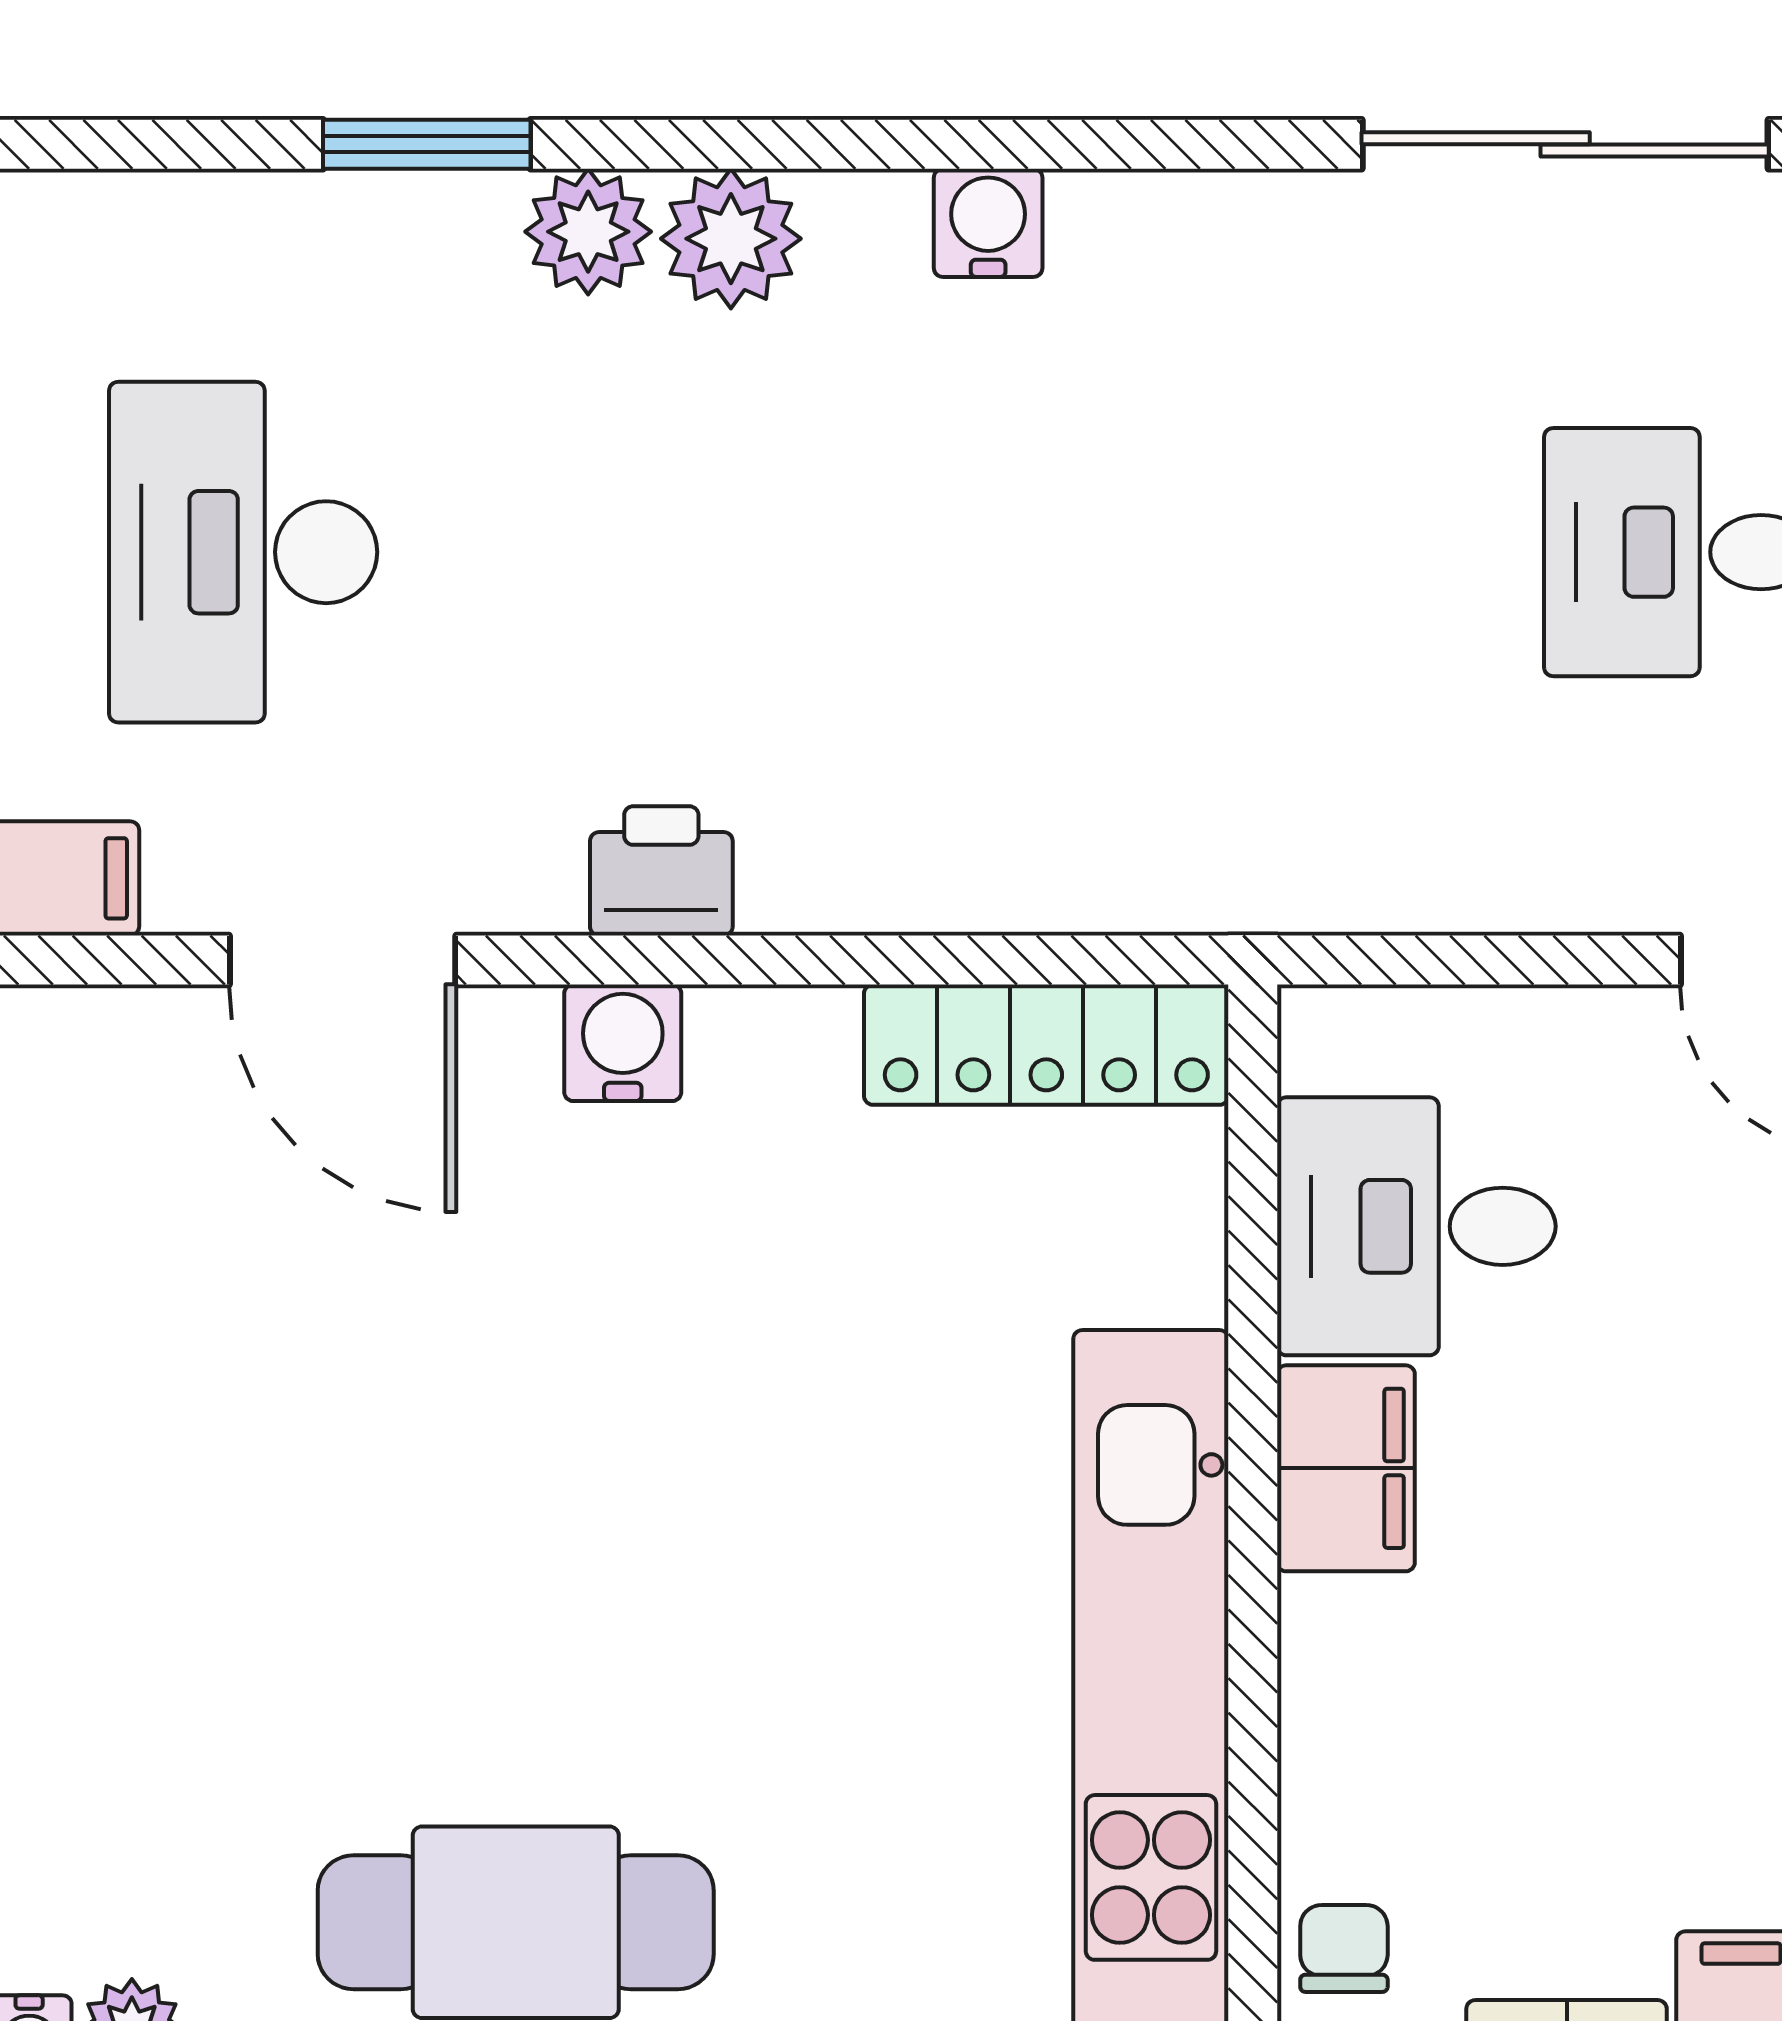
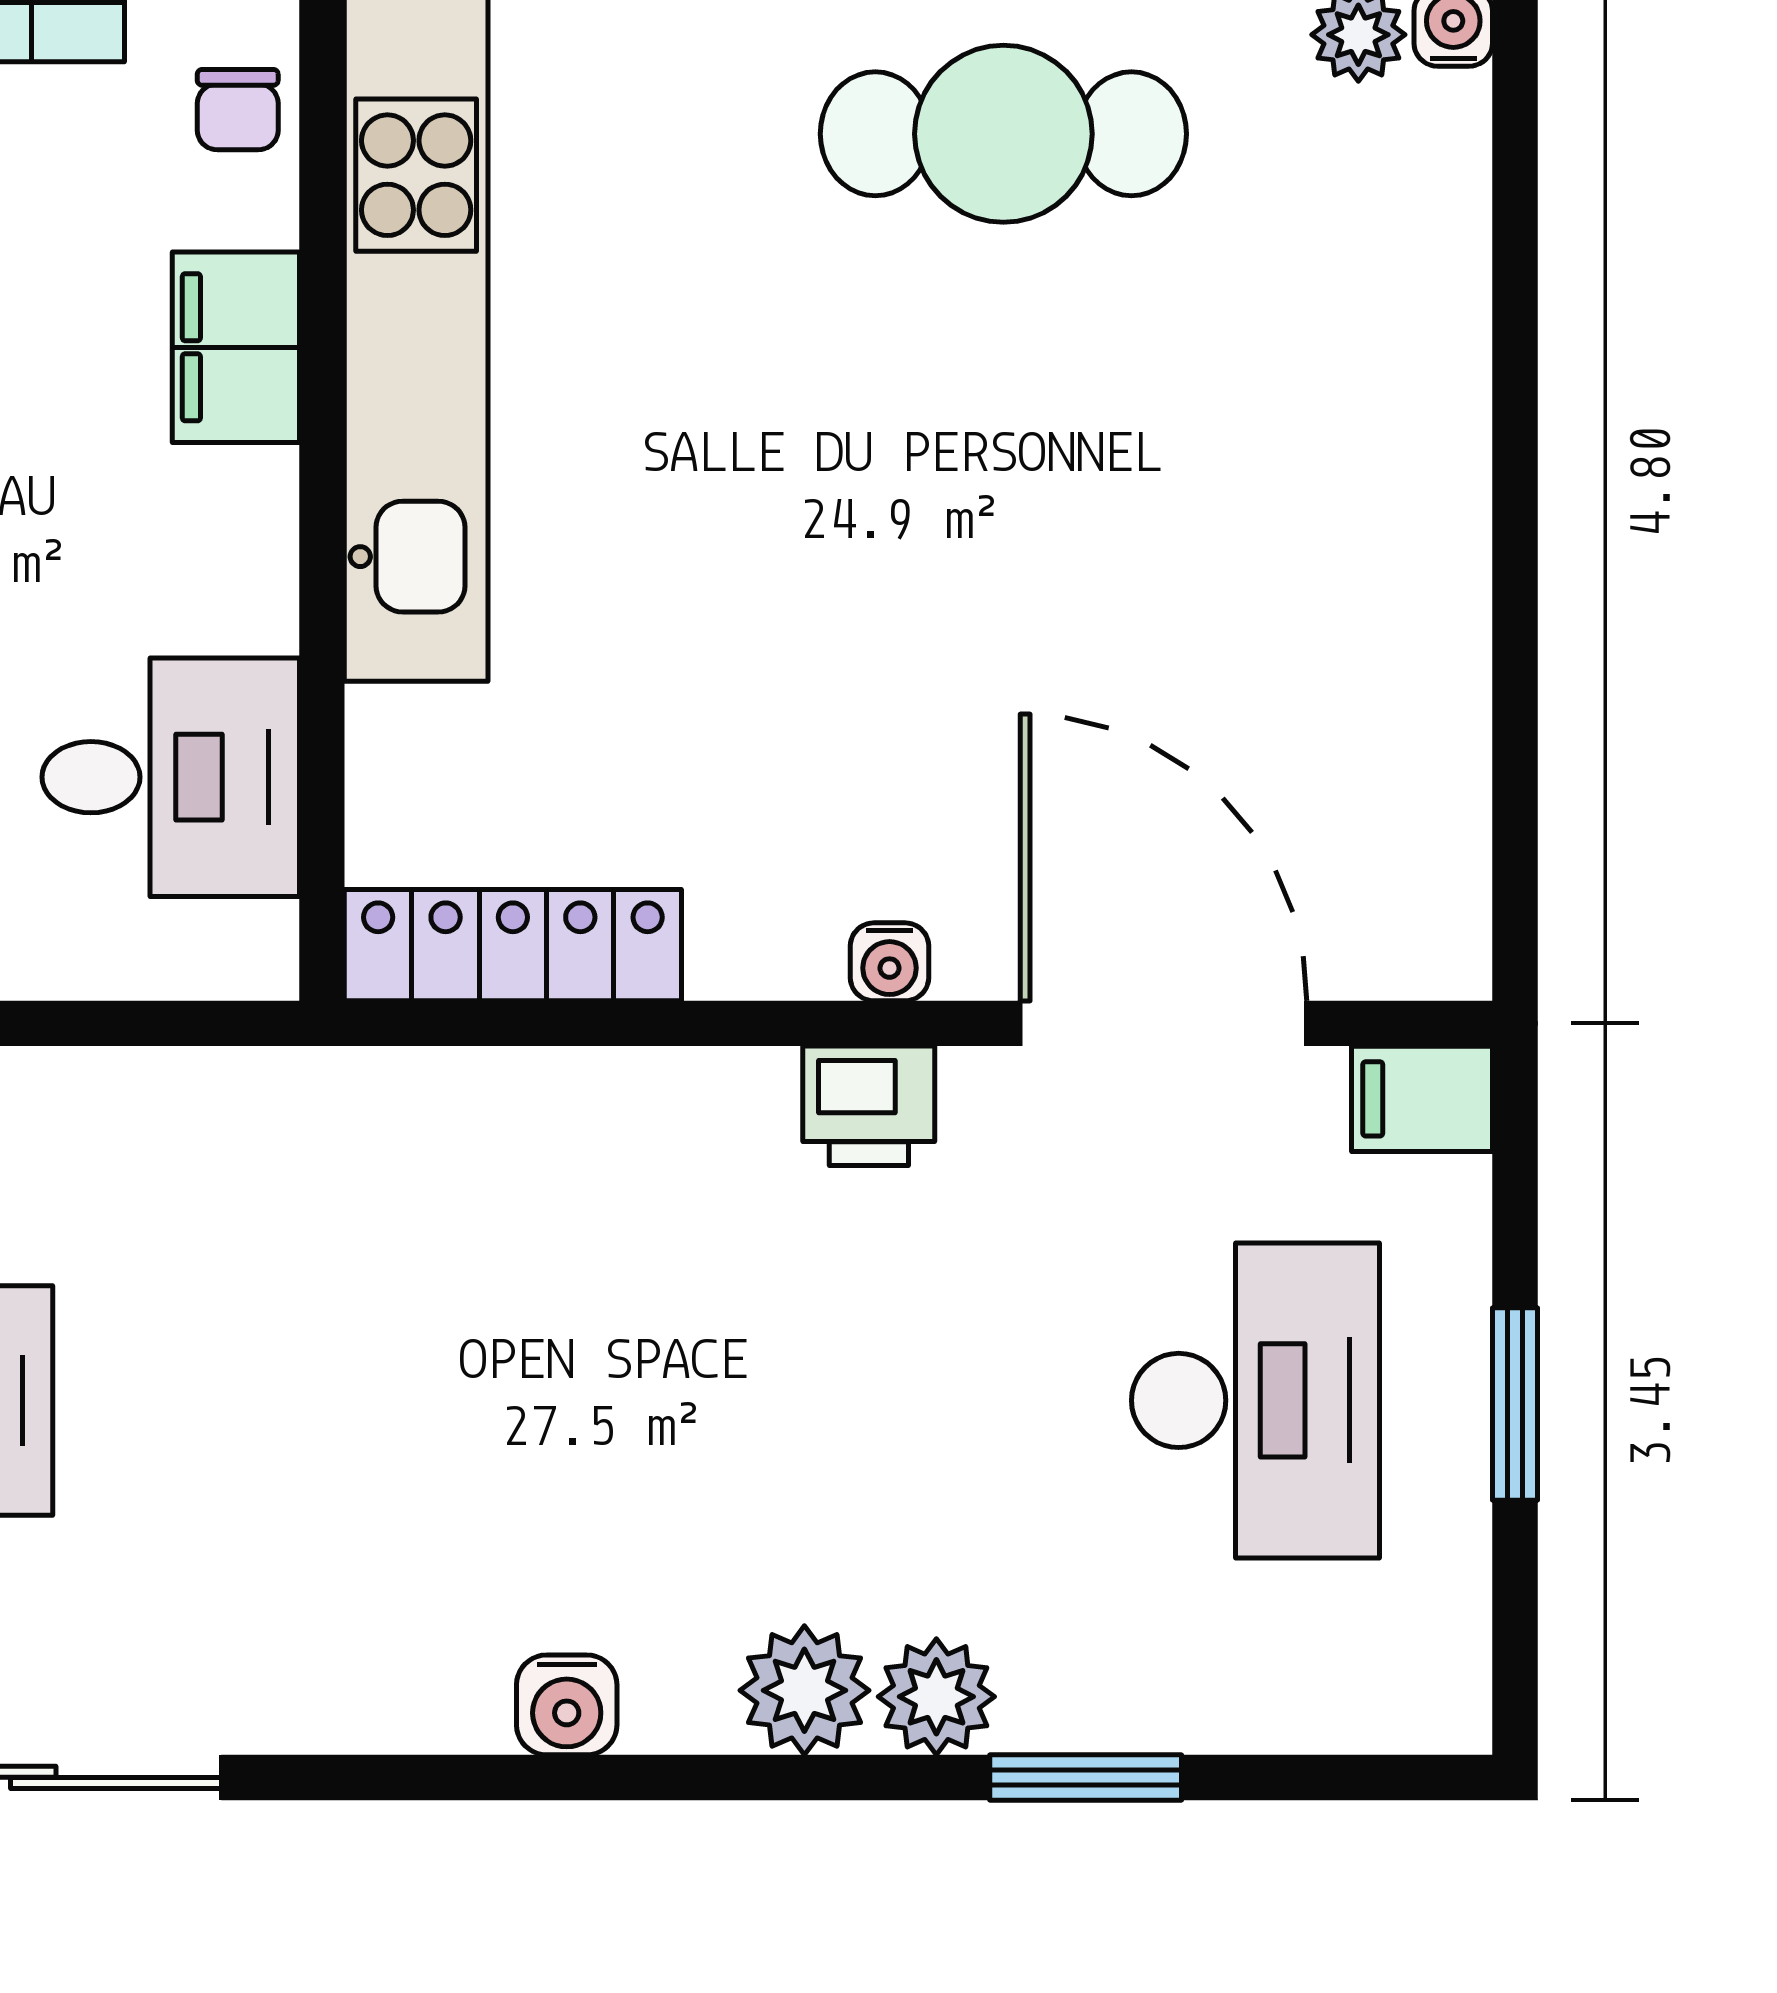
door: (343, 960) -> (1164, 1023), width x1.36
water cooler: (623, 1043) -> (890, 962), width x0.72, depth x0.72
filing cabinet: (1346, 1468) -> (236, 347), moved

